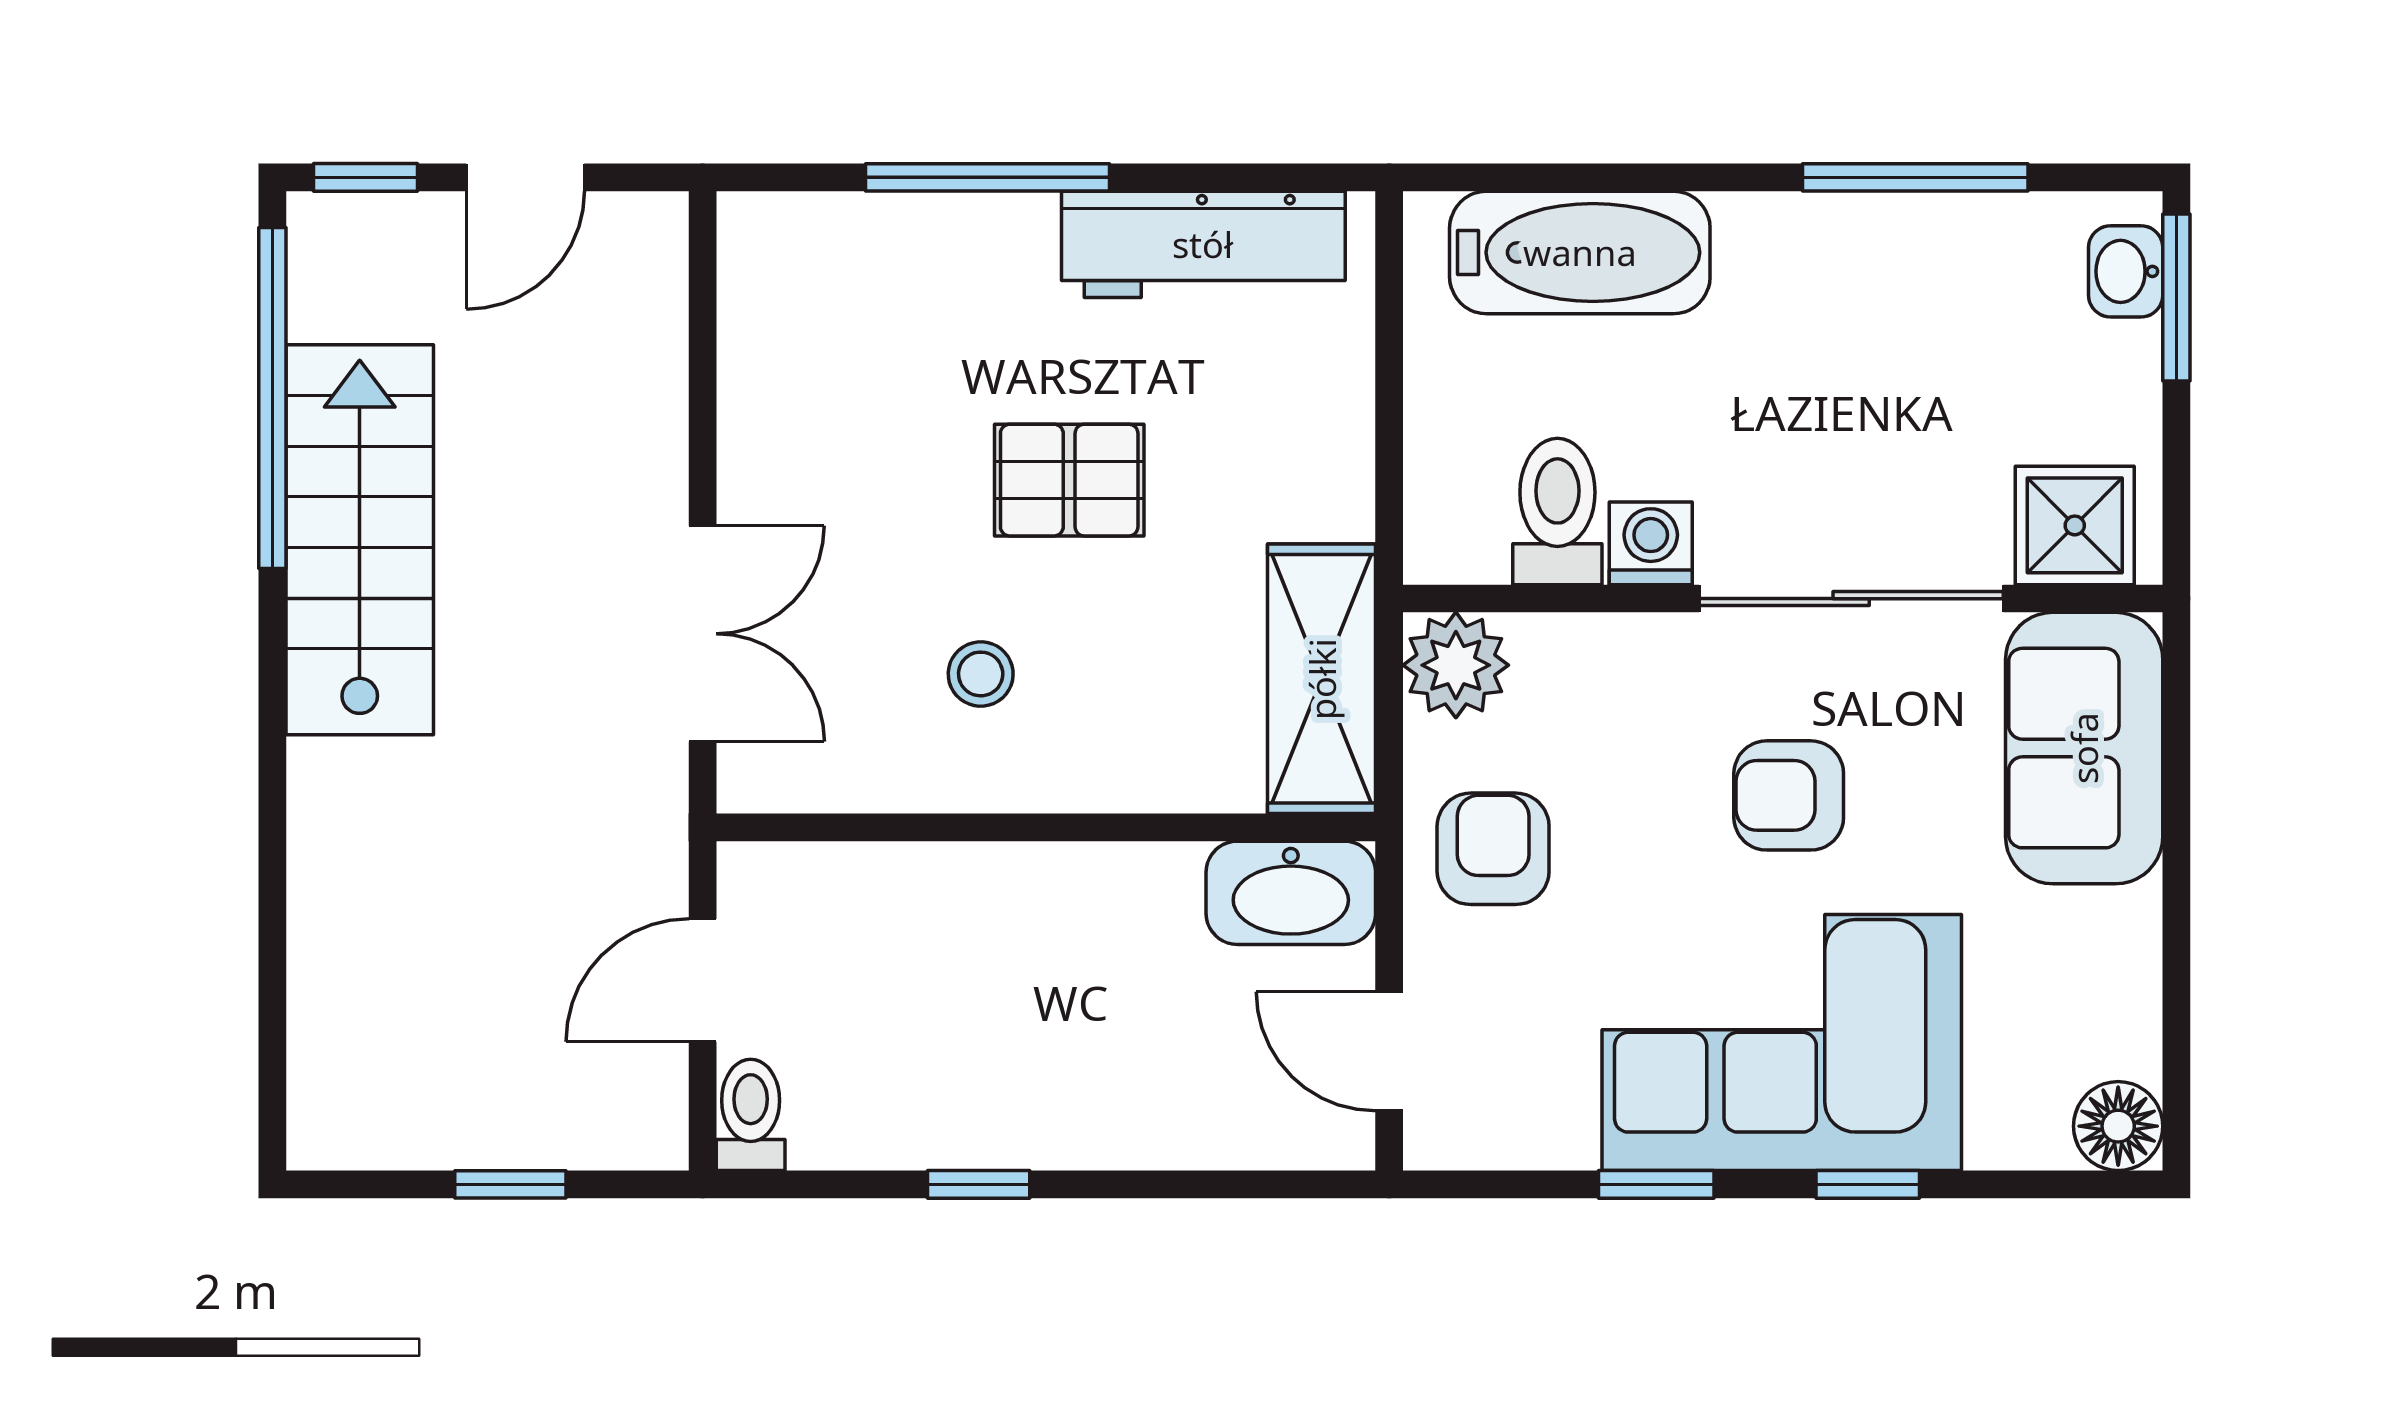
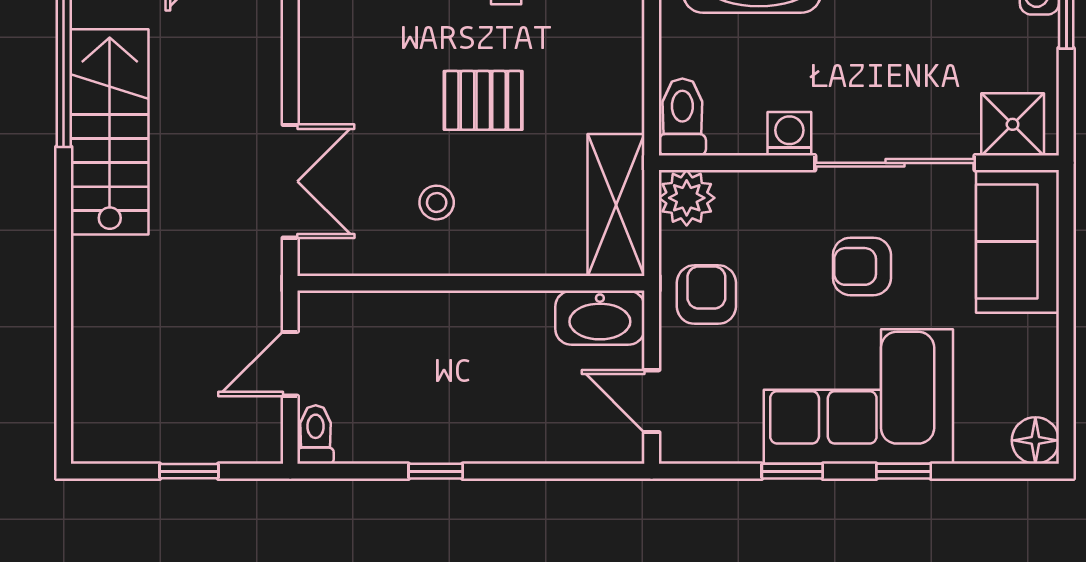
toilet: (1557, 511) -> (682, 117), moved

